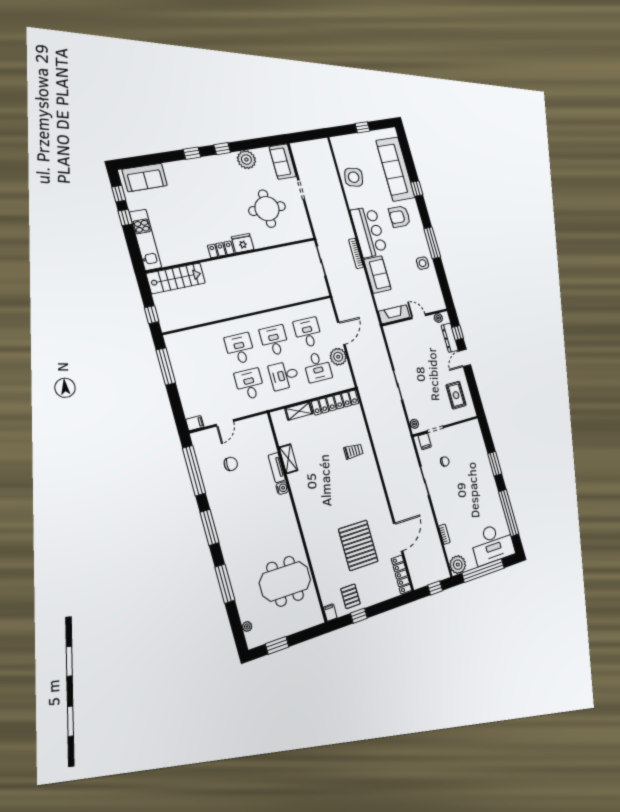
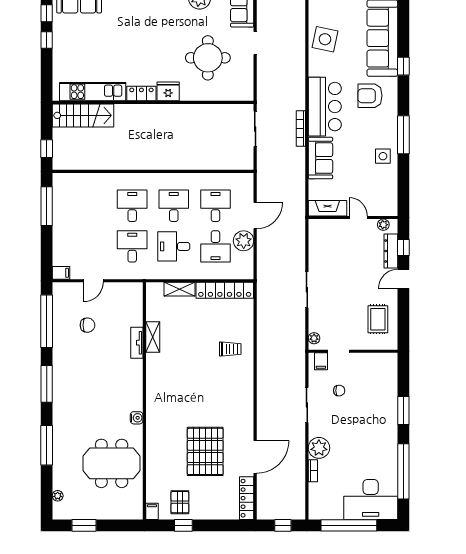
kitchen unit: (145, 240) -> (93, 92), moved, turned -90
water cooler: (282, 488) -> (137, 418), moved
plant: (458, 565) -> (319, 448), moved

